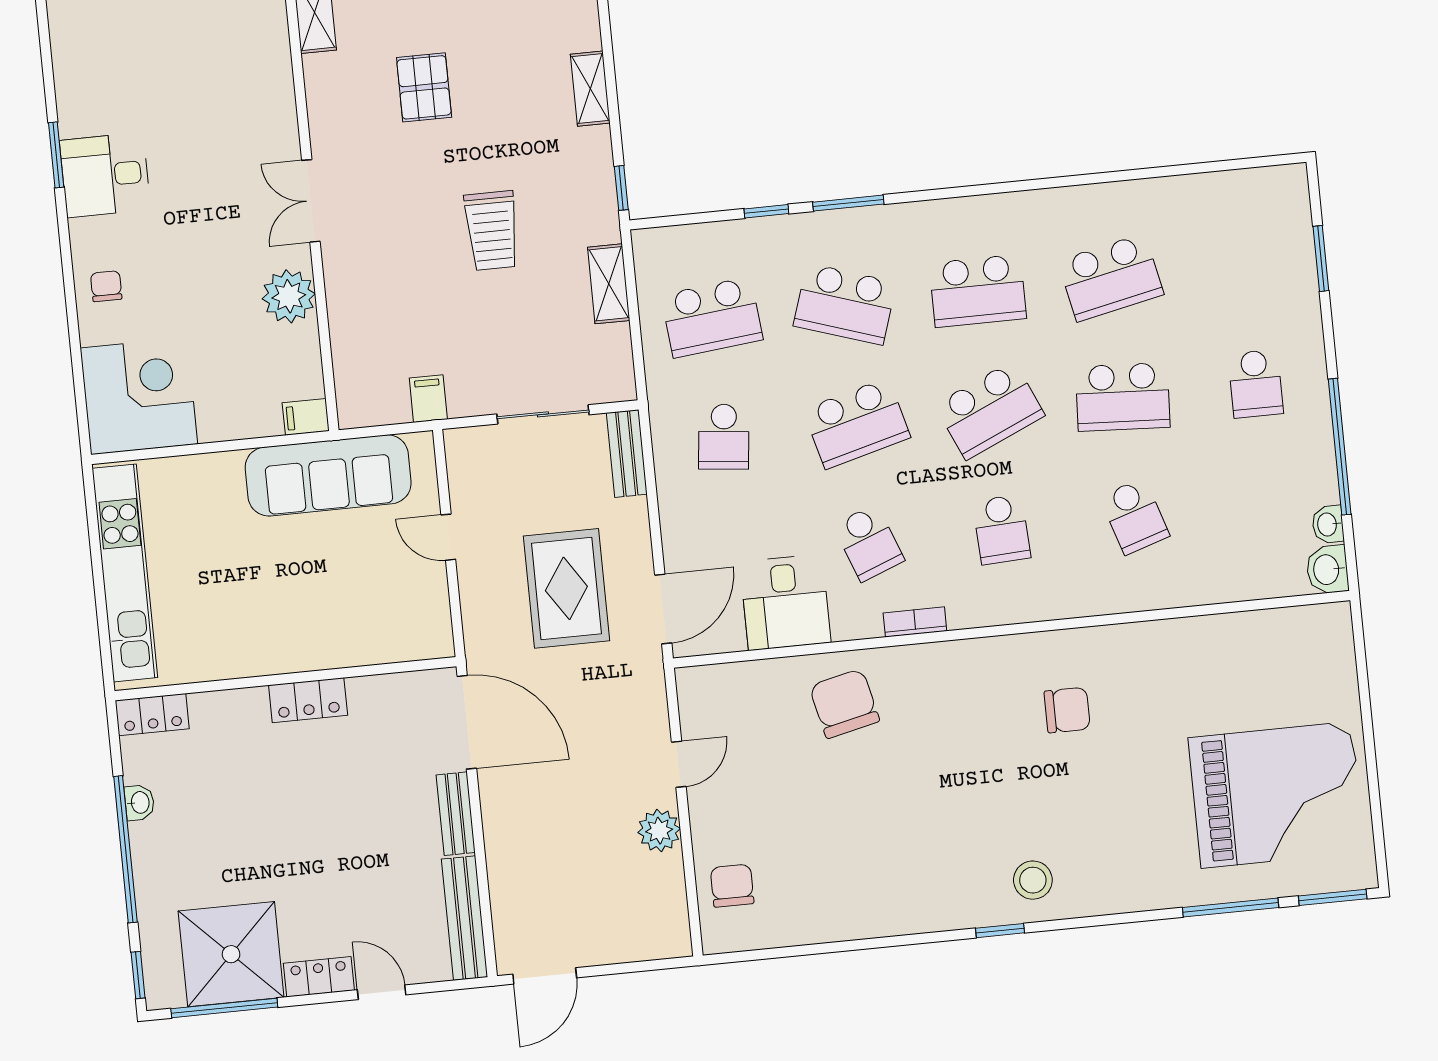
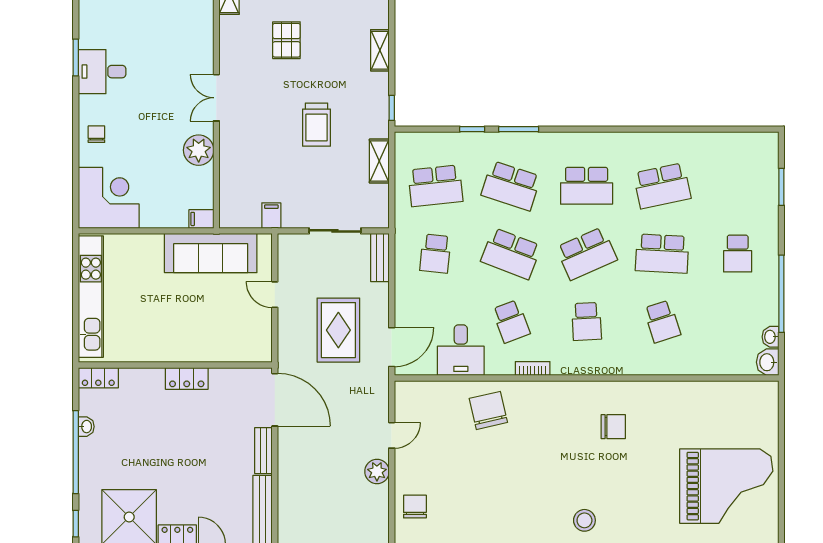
school desk: (857, 423) -> (511, 254), turned 36

